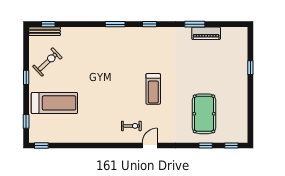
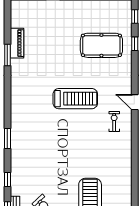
window: (149, 24) -> (7, 180), moved
treadmill: (153, 89) -> (75, 99), width x1.37, depth x1.38

